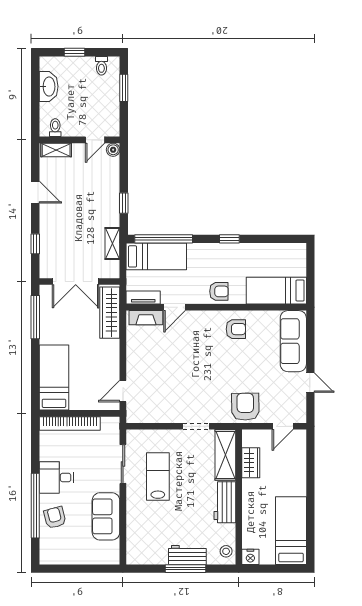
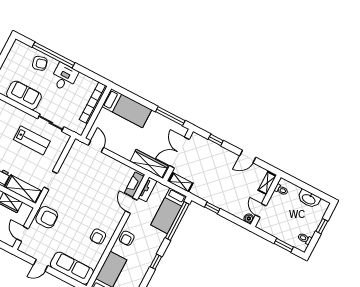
shelving: (112, 244) -> (181, 182), moved

